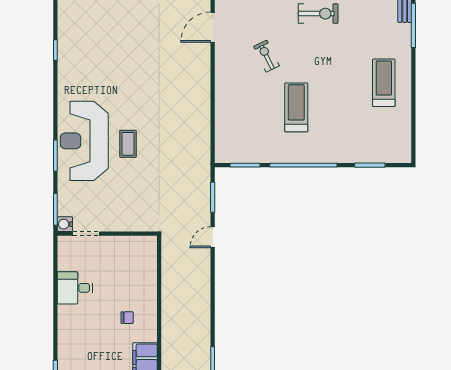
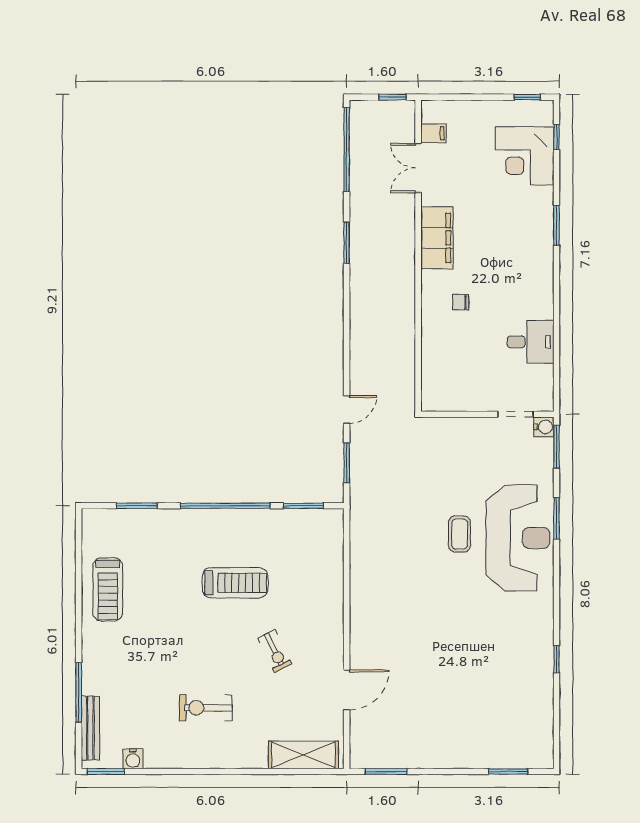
treadmill: (384, 83) -> (108, 589), moved
treadmill: (296, 107) -> (235, 583), turned -90

